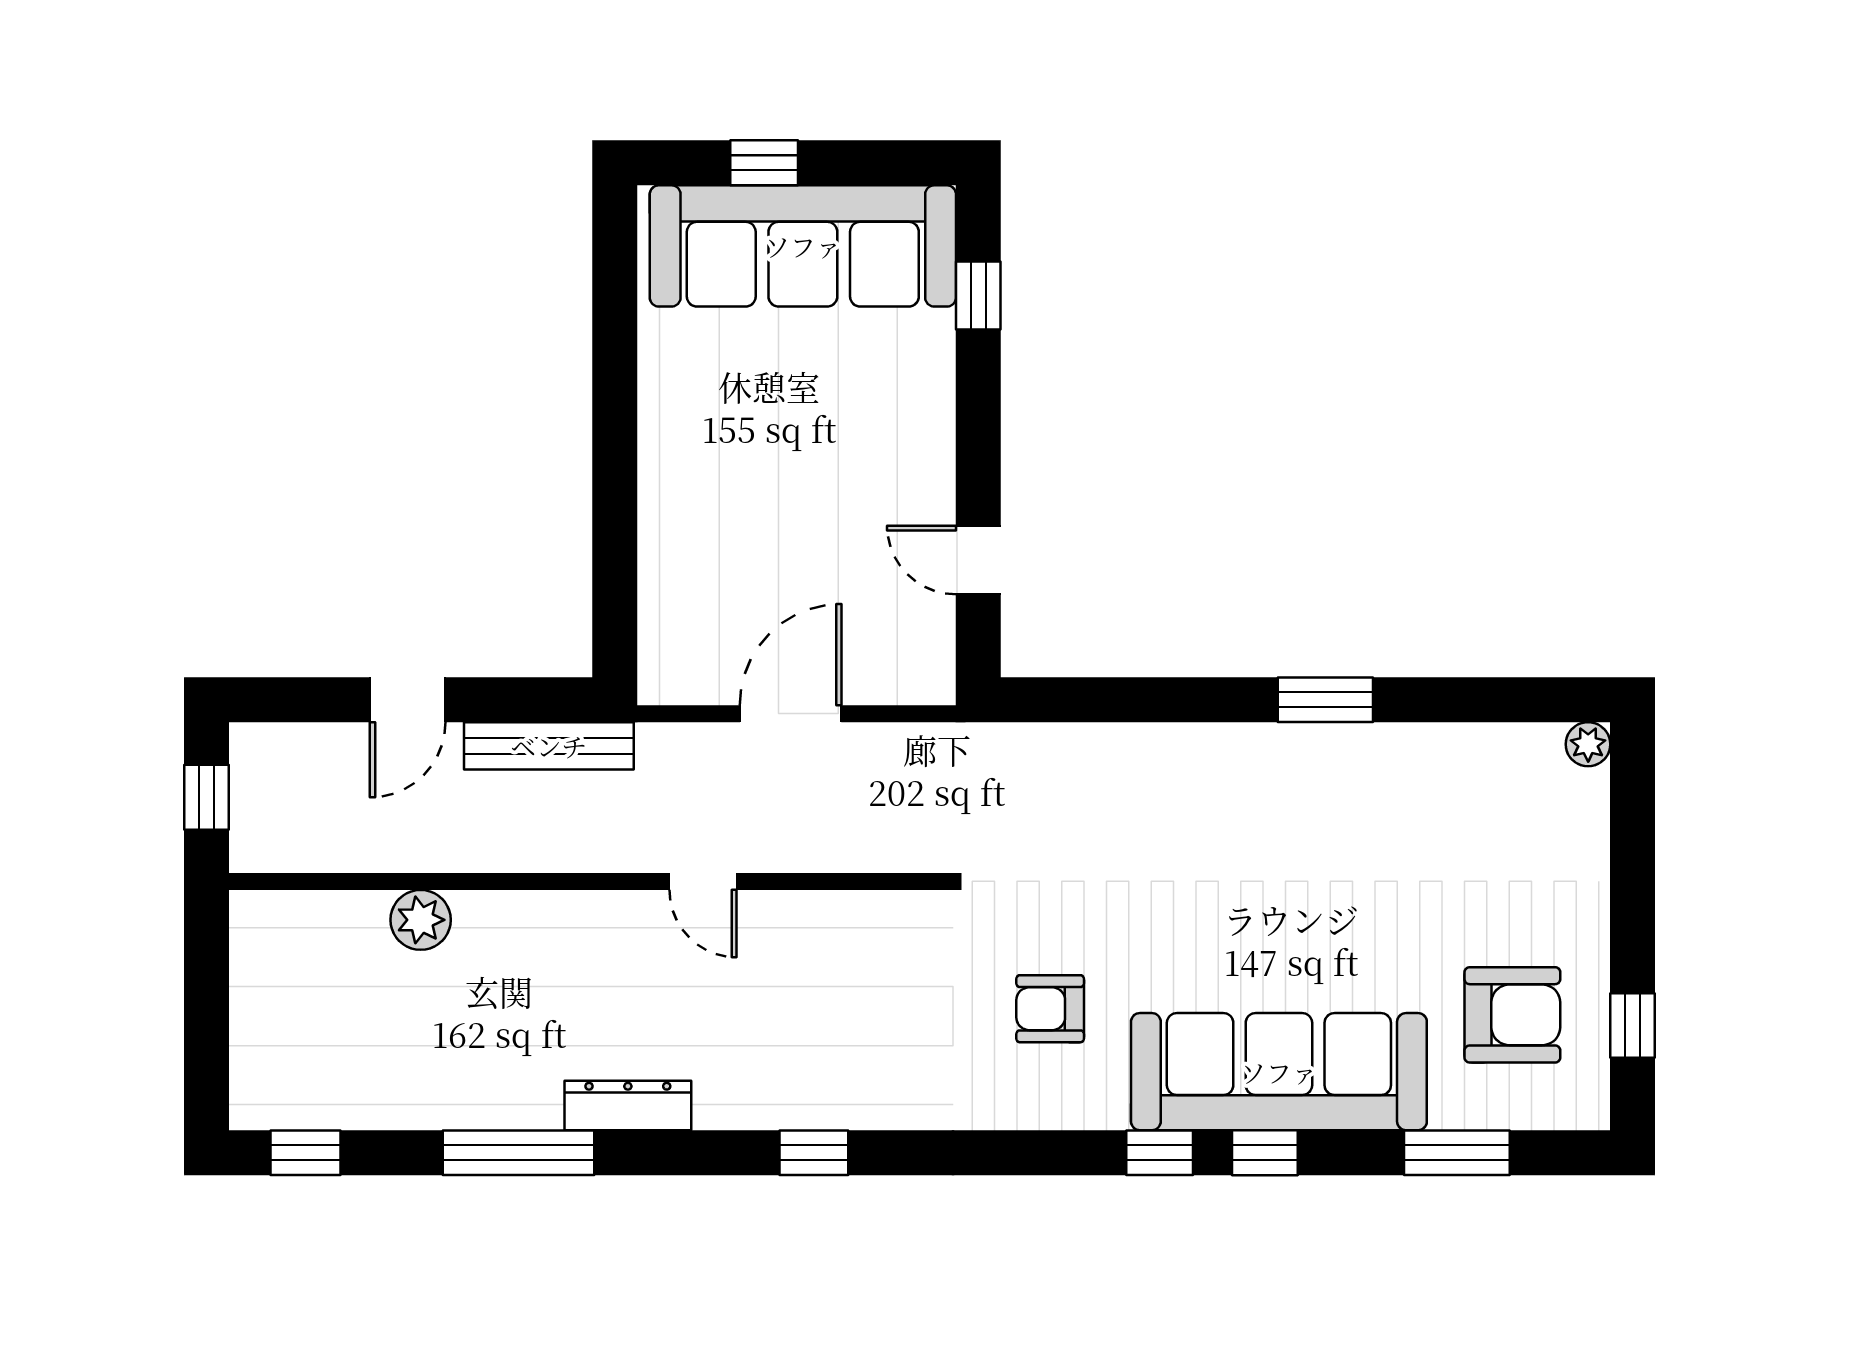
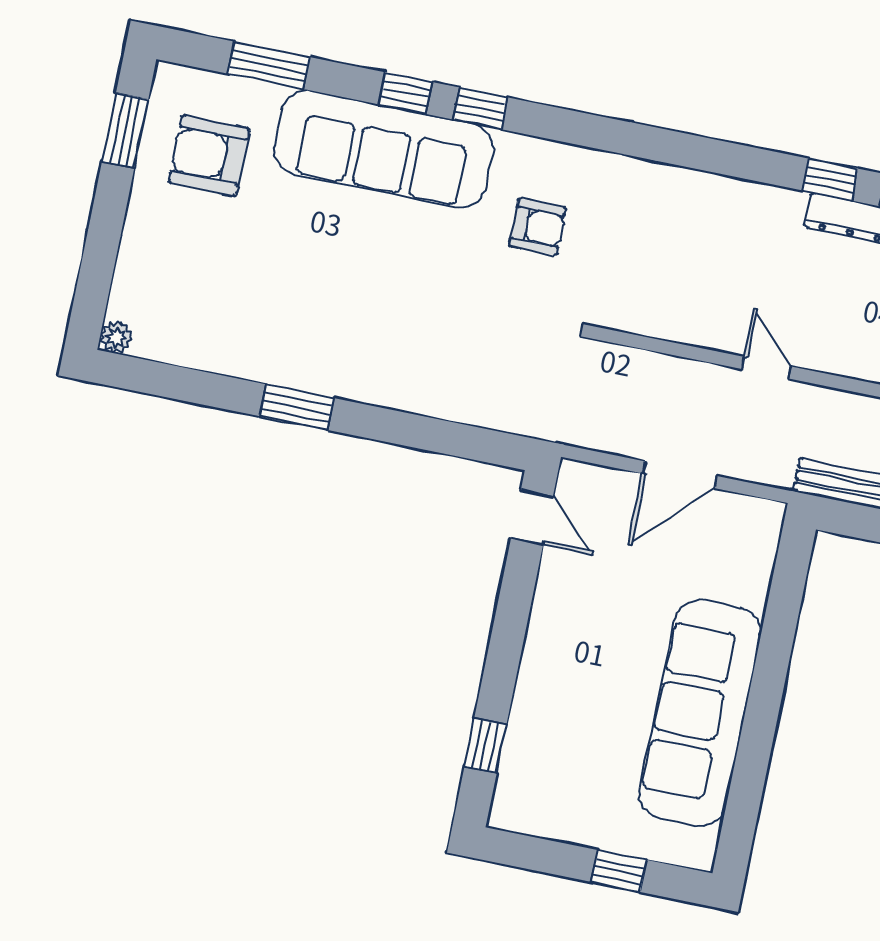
sofa: (803, 246) -> (700, 713), moved, turned -90
door: (978, 560) -> (532, 517), moved
window: (1633, 1026) -> (125, 130), width x1.50
window: (814, 1153) -> (830, 179), moved

